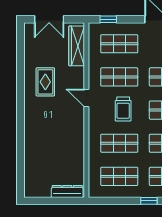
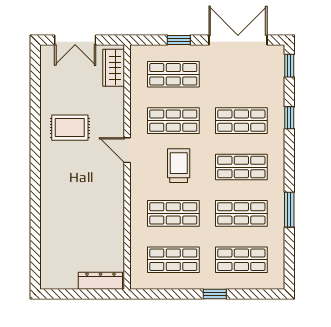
window: (108, 19) -> (179, 40), moved
wardrobe: (77, 46) -> (114, 68), width x0.67
rug: (45, 82) -> (70, 128), turned 90
trolley: (123, 109) -> (179, 166), turned 180

